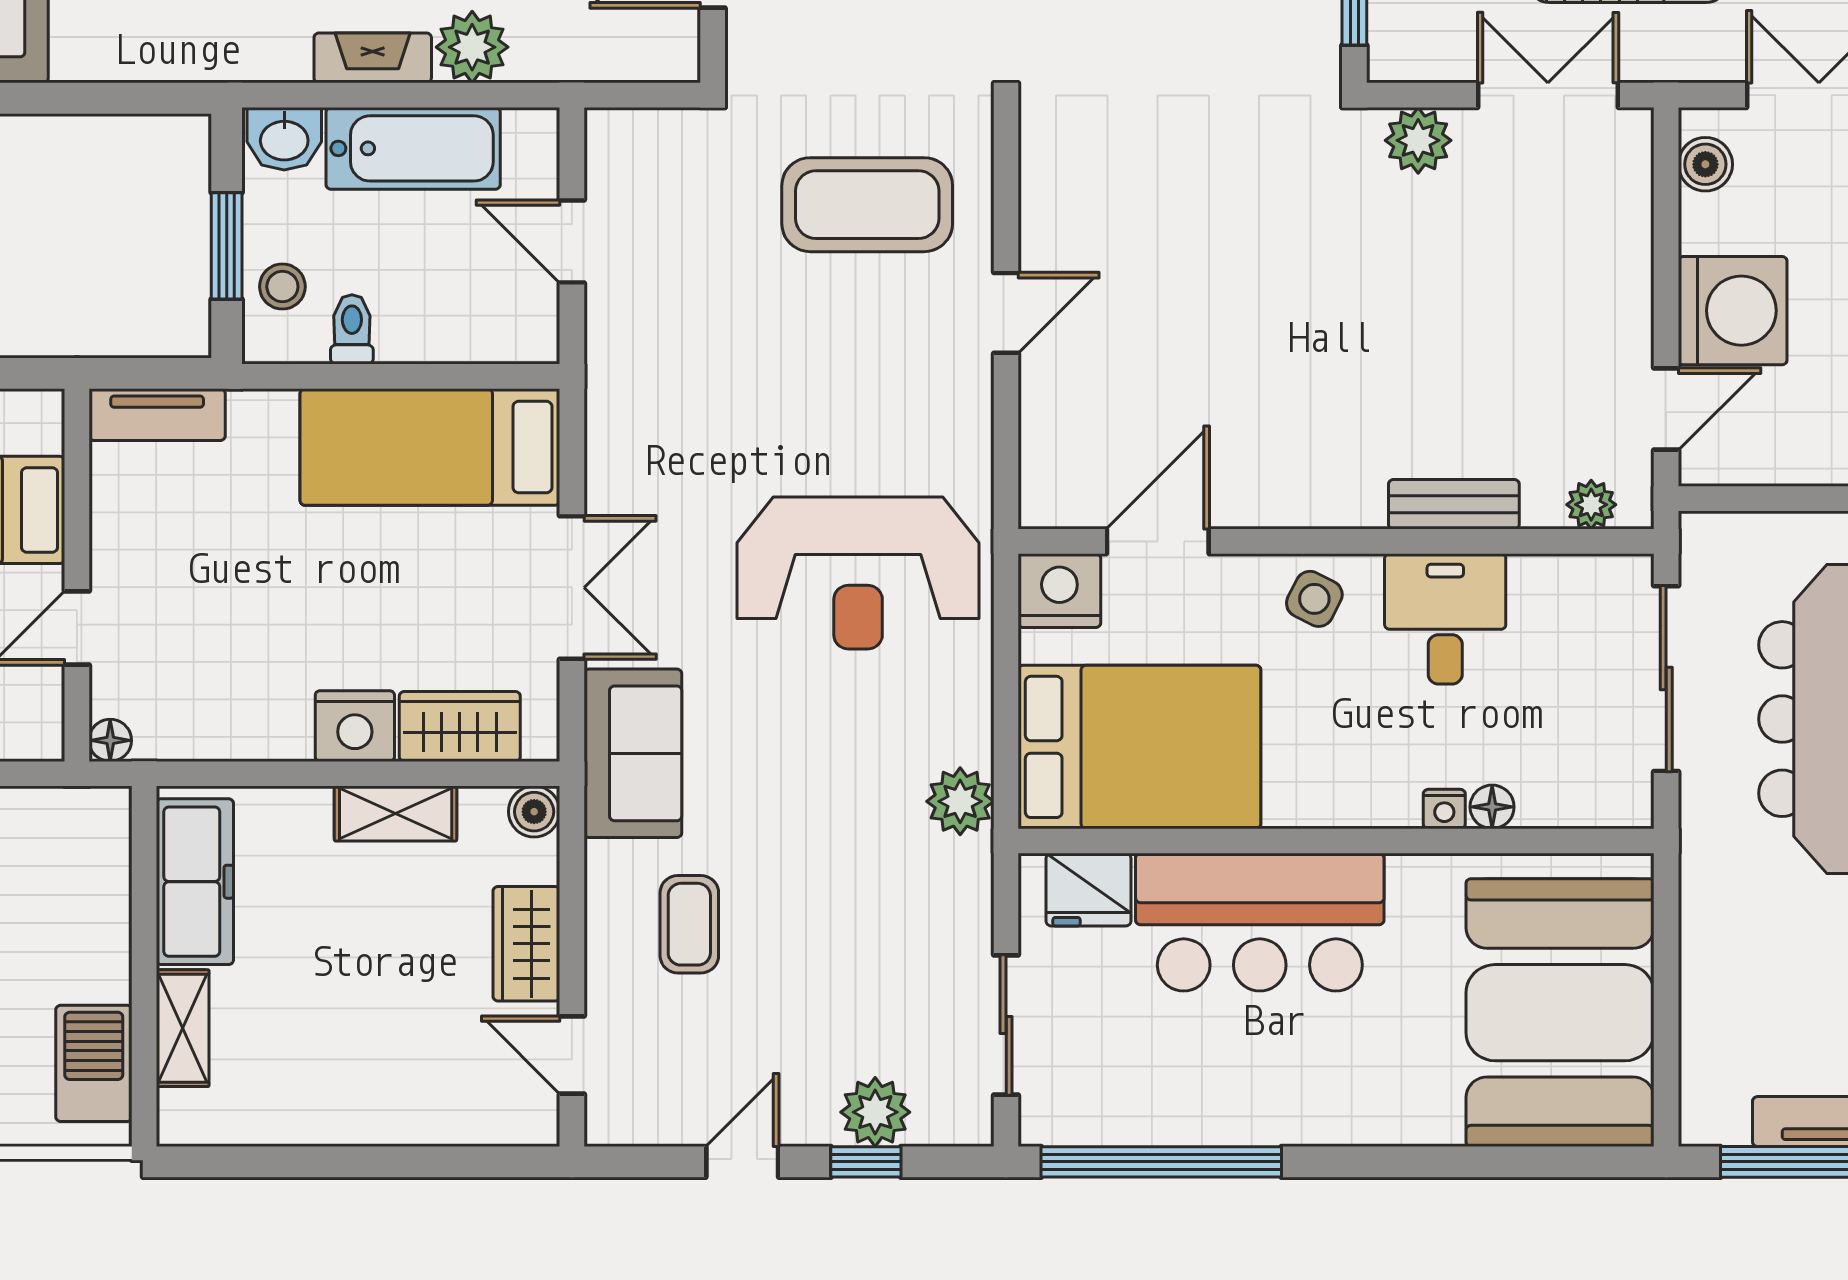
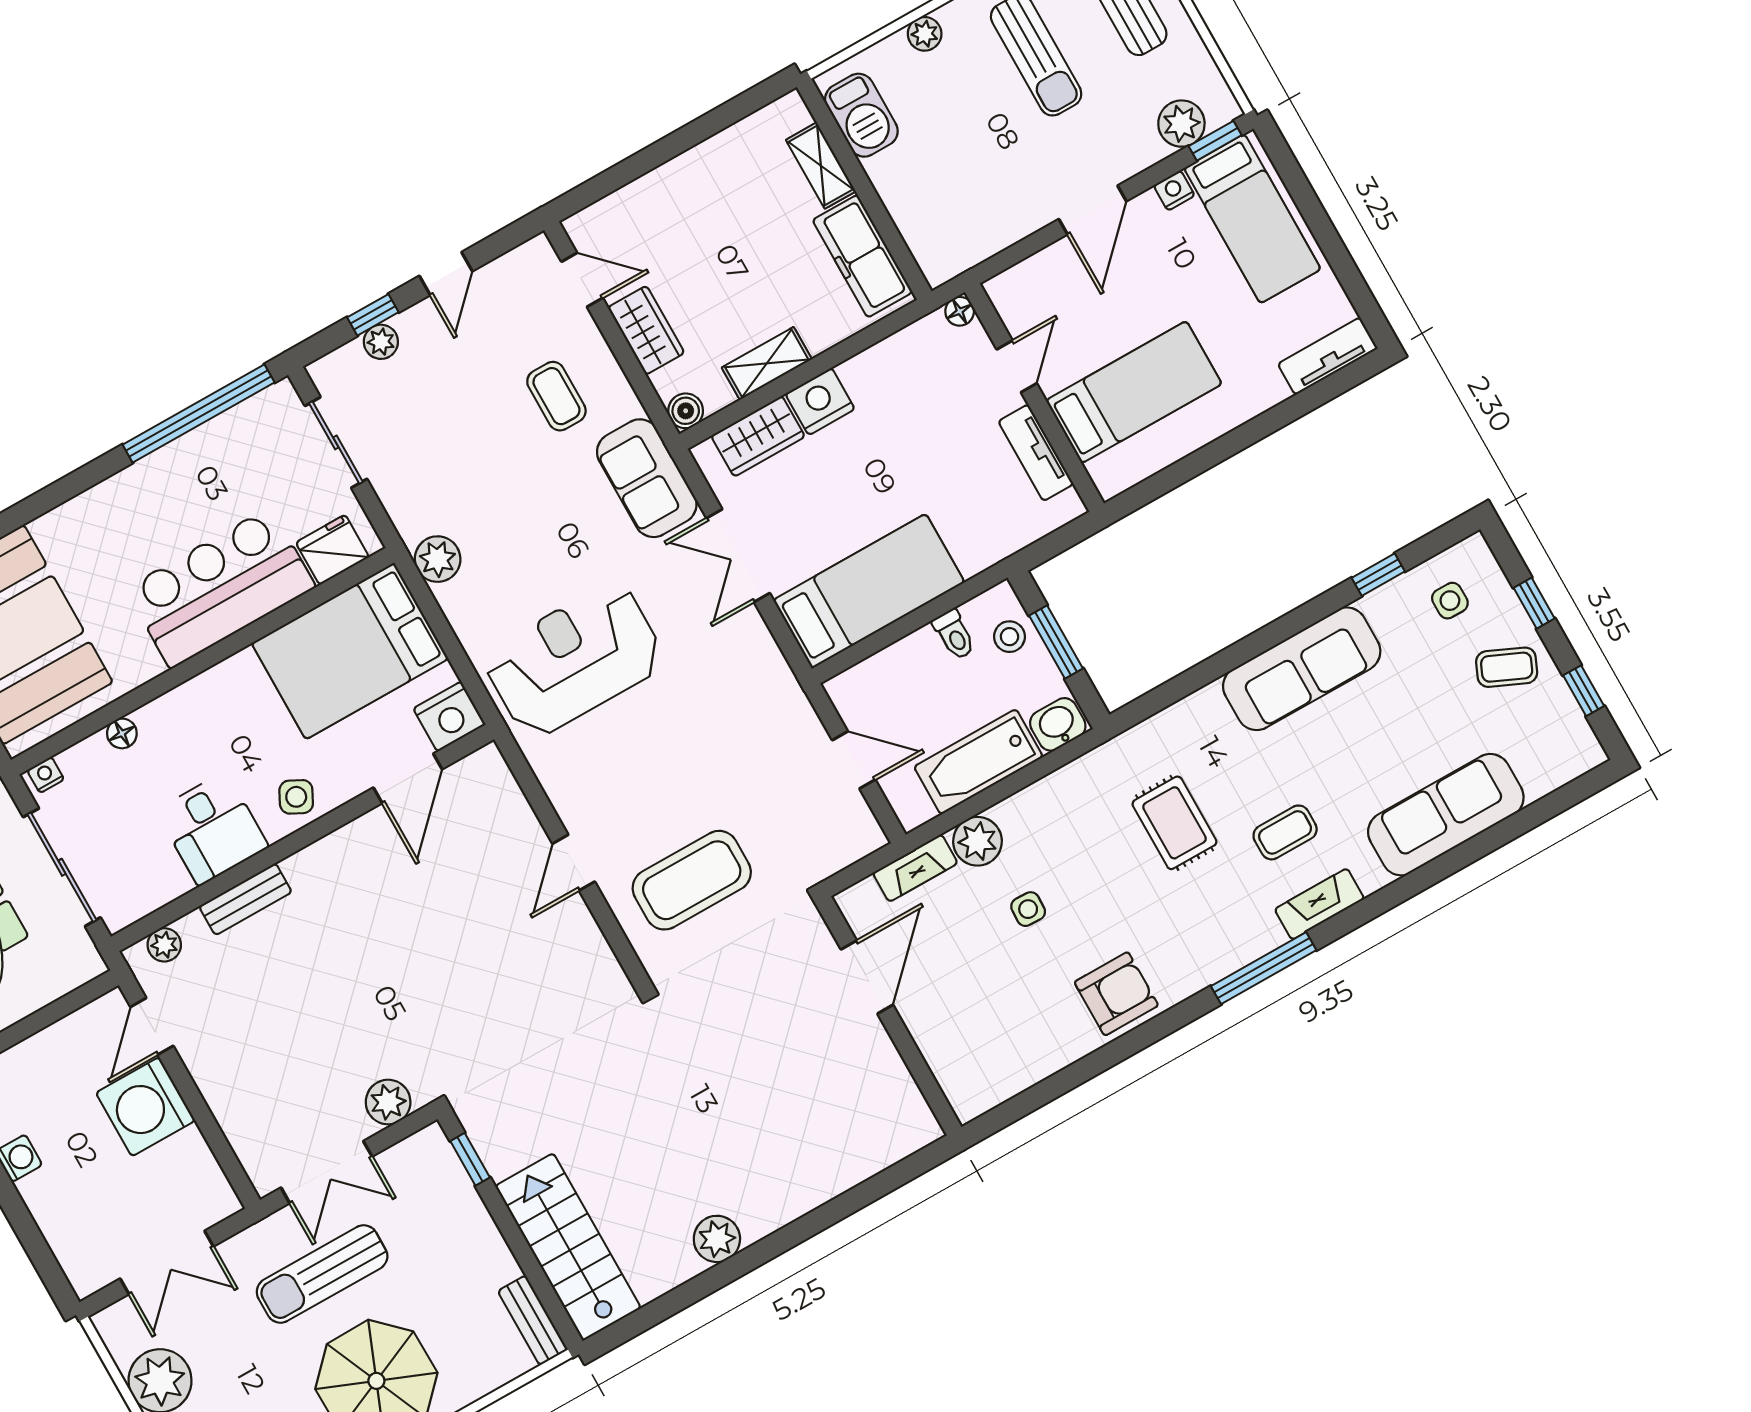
fireplace: (373, 58) -> (915, 868), moved
boiler: (1705, 164) -> (211, 1184), removed
tv unit: (157, 415) -> (1036, 453), moved, turned -90
nightstand: (1444, 809) -> (46, 775), moved
plant: (875, 1112) -> (381, 342), width x0.73, depth x0.73

